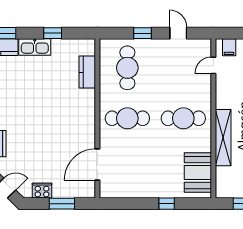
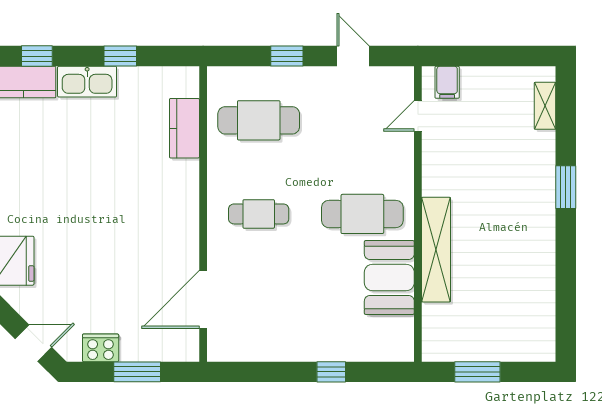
cafe table: (127, 68) -> (259, 120), turned 90
cafe table: (127, 118) -> (259, 214), width x0.73, depth x0.74
booth: (198, 172) -> (389, 277), moved

